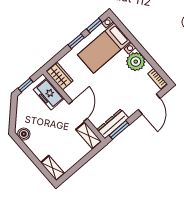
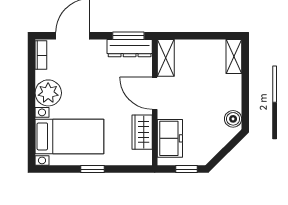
window: (94, 25) -> (59, 169), removed
wardrobe: (60, 76) -> (142, 132), moved
door: (78, 111) -> (155, 93), hinge flipped

